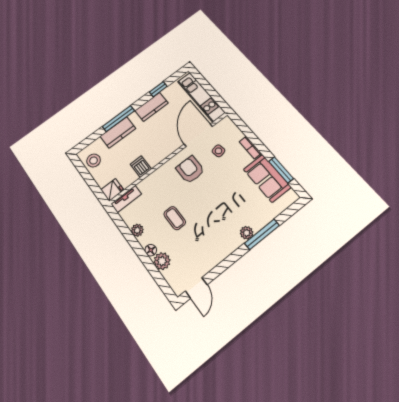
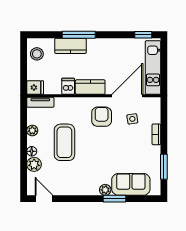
window: (158, 89) -> (143, 35), moved
kitchen counter: (152, 107) -> (90, 87), moved, turned 180
sofa: (267, 178) -> (131, 184), moved, turned 90
coffee table: (175, 218) -> (64, 142), width x1.86, depth x1.72
window: (262, 234) -> (115, 199), width x0.69
door: (196, 288) -> (44, 199), swing flipped

